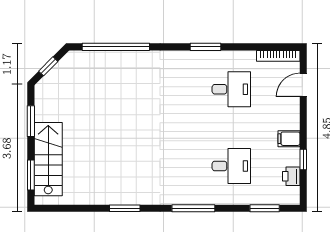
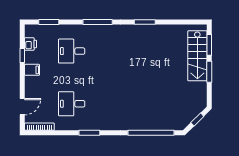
window: (31, 121) -> (209, 72), moved

